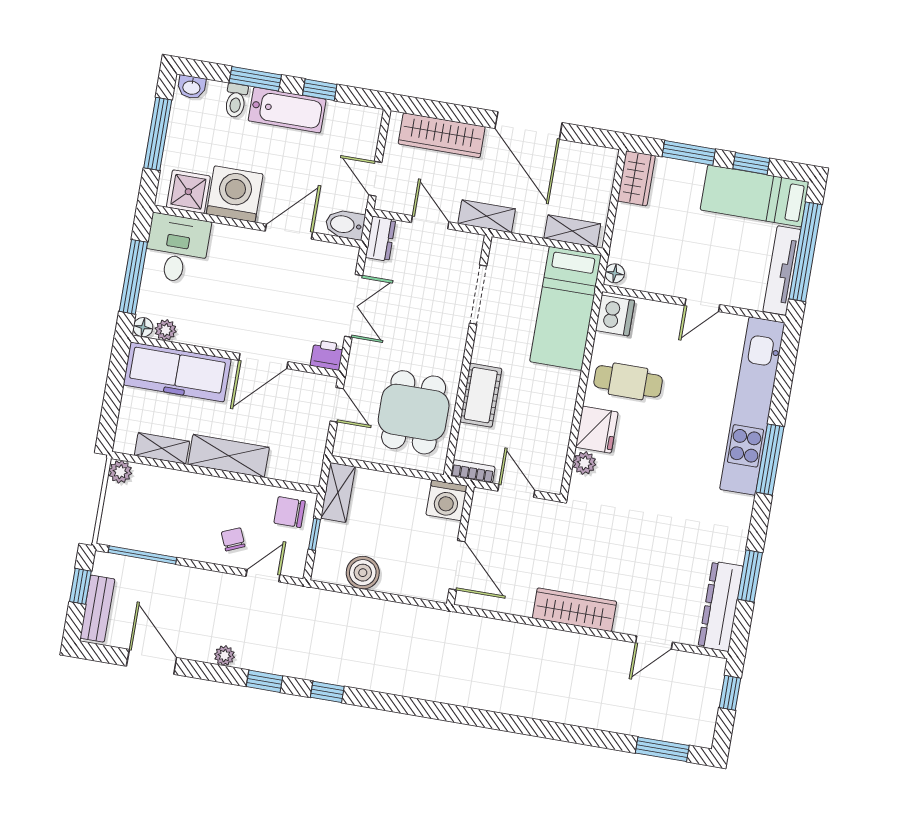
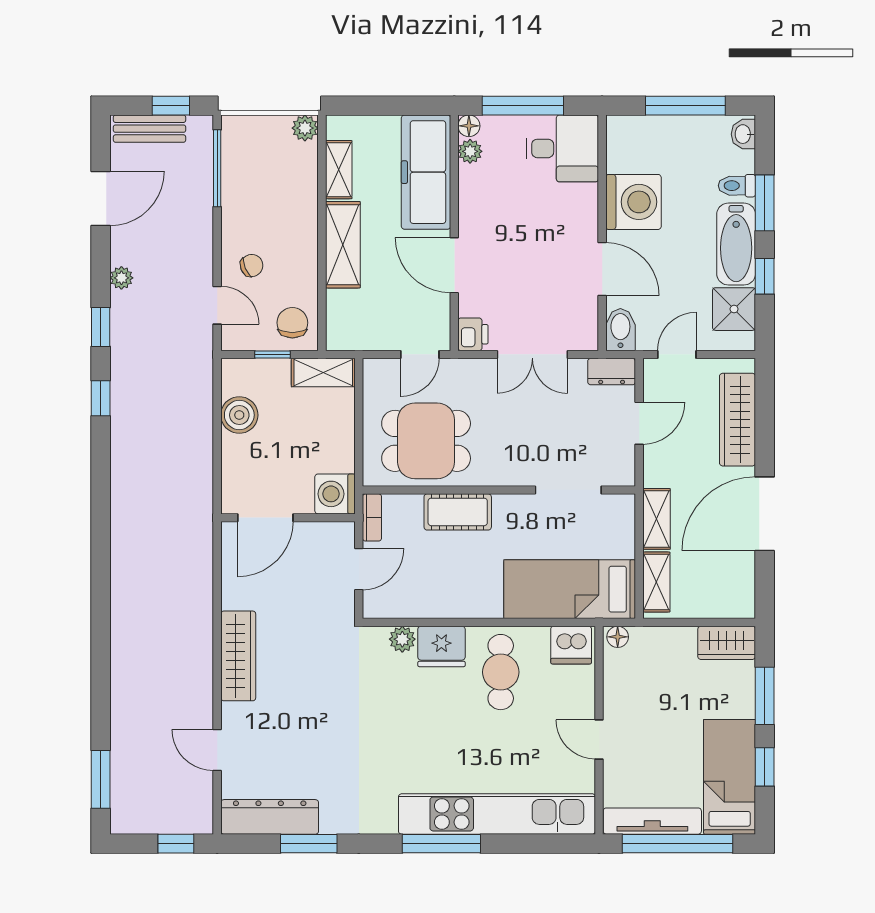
shower: (188, 192) -> (734, 309), moved
shelving: (487, 216) -> (656, 519), moved

